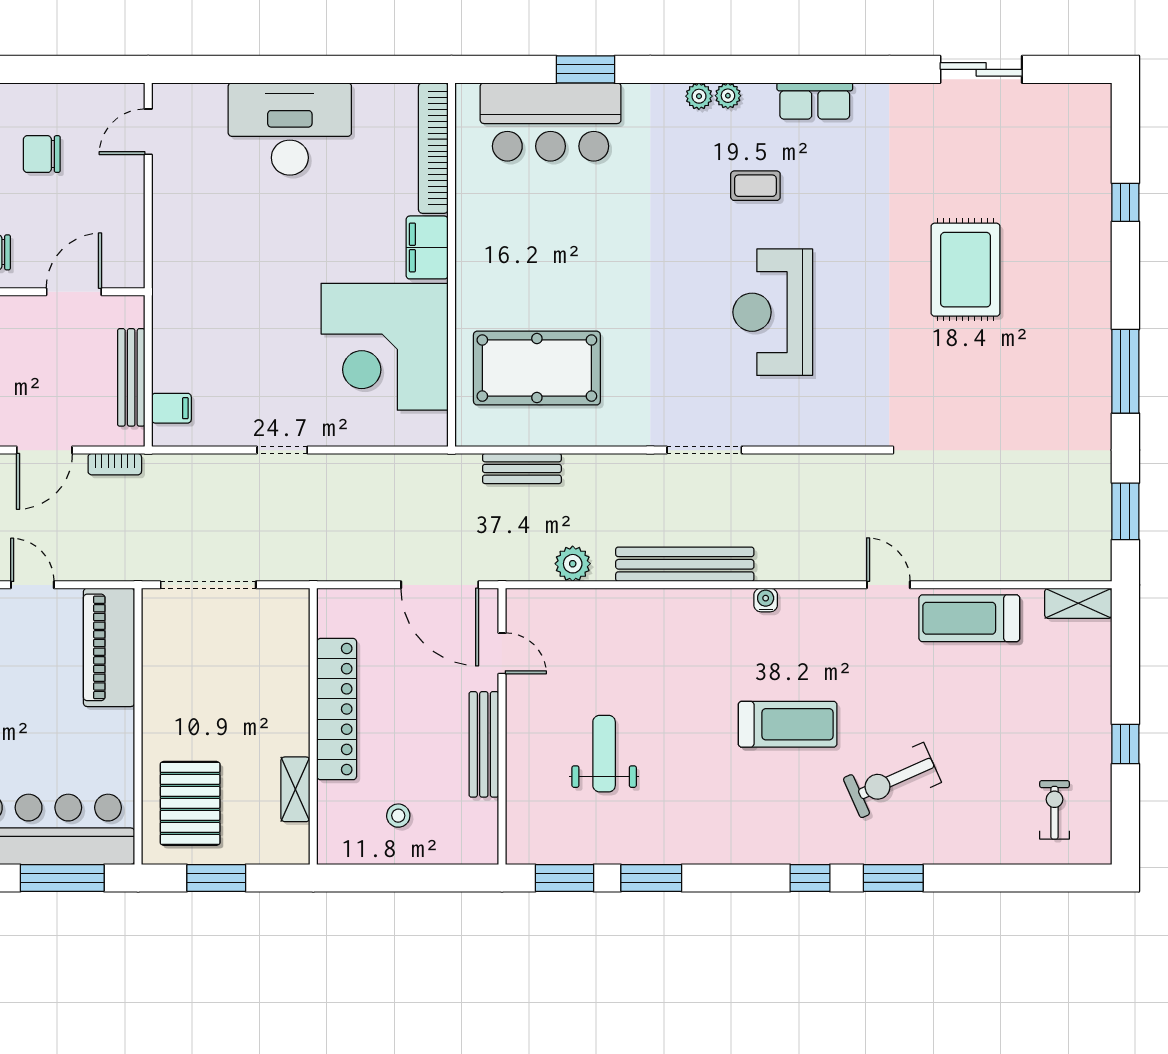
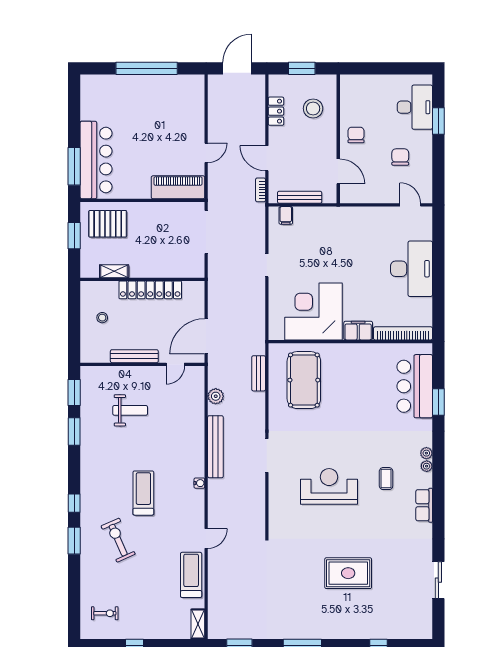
treadmill: (788, 724) -> (143, 493), turned 180

